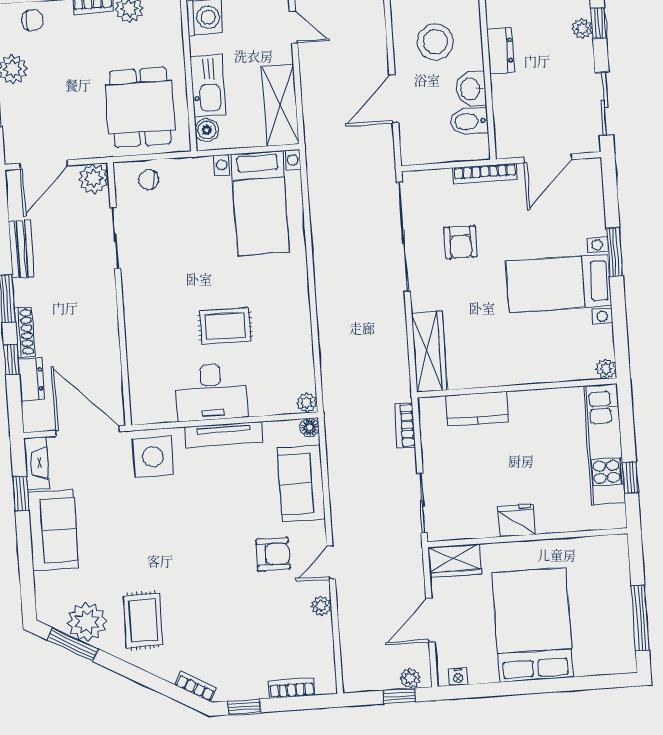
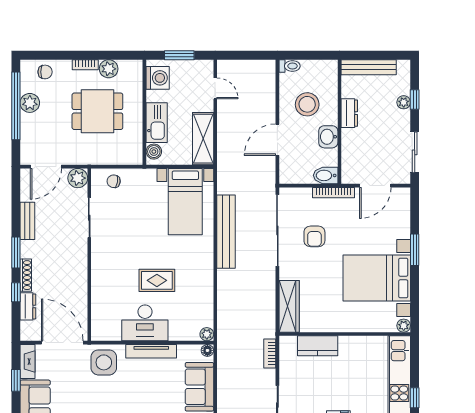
dining table: (140, 107) -> (97, 111), moved, turned 90
bidet: (469, 121) -> (326, 175), moved
bench: (325, 245) -> (226, 232), added
bed with nightstands: (559, 283) -> (377, 278), width x1.36

